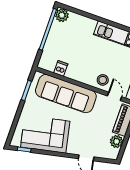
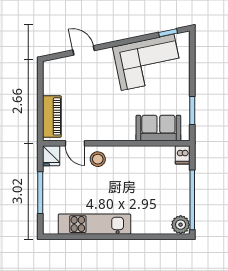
dishwasher: (61, 68) -> (183, 155), moved
sofa: (66, 94) -> (158, 128), width x0.54, depth x0.79
plant: (117, 141) -> (52, 85), removed

